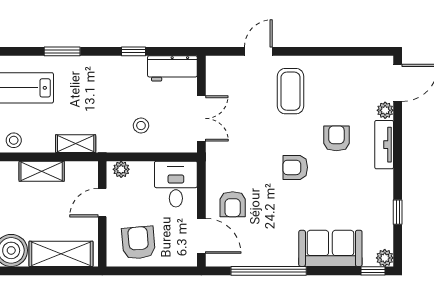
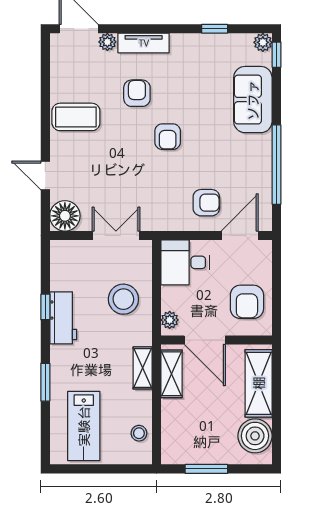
workbench: (172, 68) -> (63, 318), moved
floor lamp: (220, 70) -> (65, 216), added
coffee table: (291, 91) -> (76, 117), moved
stool: (141, 126) -> (123, 299), width x1.89, depth x1.89
armchair: (336, 138) -> (137, 93), turned 90
shelving: (42, 171) -> (172, 374), moved
door: (102, 203) -> (205, 340), width x1.38
armchair: (138, 243) -> (247, 302), turned -85

